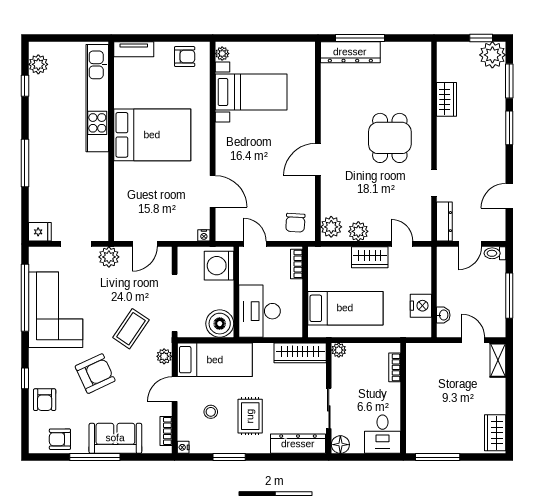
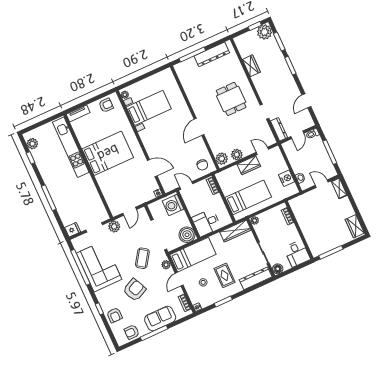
dresser: (350, 52) -> (212, 54), moved
desk: (260, 311) -> (206, 223), width x0.73

